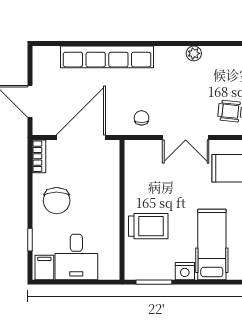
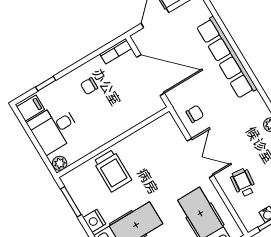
double door: (186, 137) -> (200, 158), swing flipped
chair: (57, 201) -> (89, 86), width x0.54, depth x0.54
plant: (112, 271) -> (60, 163), added

